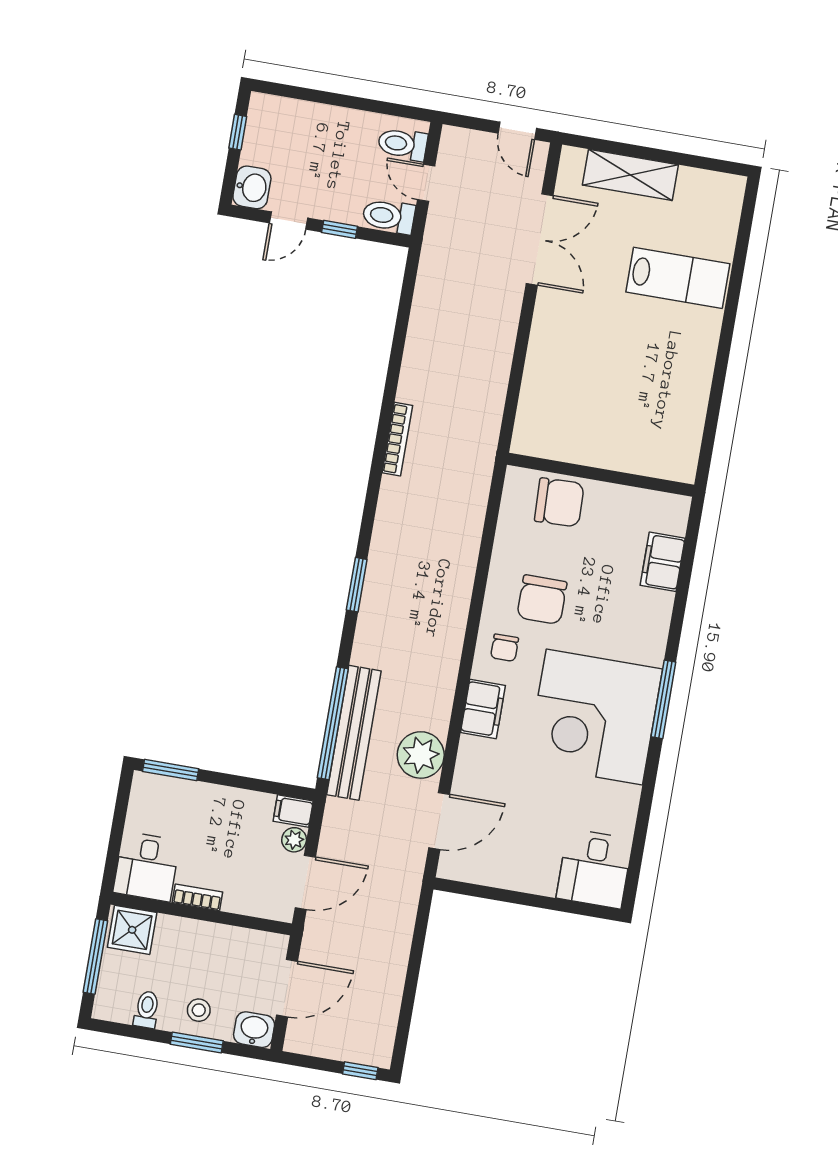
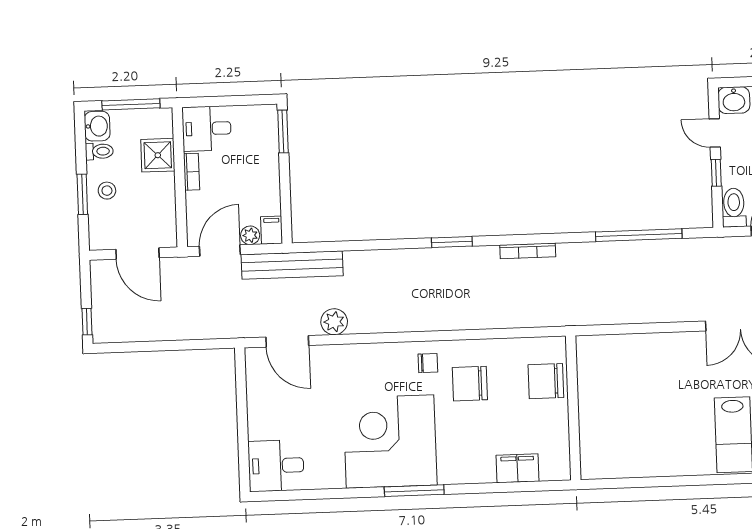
bookcase: (397, 439) -> (528, 251), moved
chair: (559, 502) -> (546, 381), turned 92
chair: (505, 648) -> (428, 363), turned 180
filing cabinet: (483, 709) -> (378, 357), removed
window: (333, 723) -> (639, 235), moved
bench: (354, 733) -> (292, 265), moved
plant: (421, 755) -> (334, 322), width x0.73, depth x0.73
door: (305, 882) -> (220, 250), swing flipped
shower: (132, 930) -> (158, 155), moved
washbasin: (254, 1030) -> (97, 126), moved

